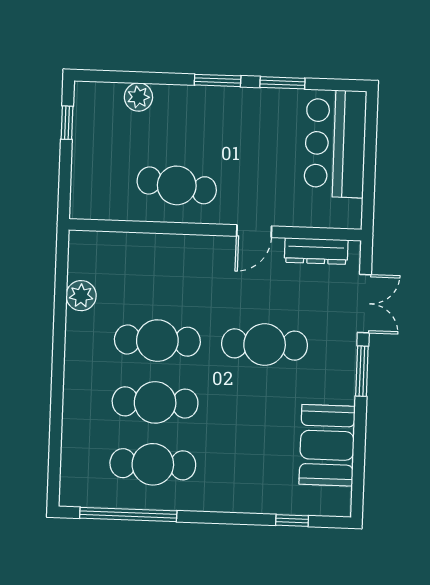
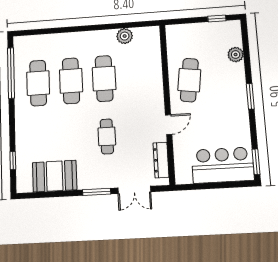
window: (282, 83) -> (256, 162), moved
door: (254, 231) -> (169, 125), swing flipped
cafe table: (265, 345) -> (107, 136), width x0.73, depth x0.74

